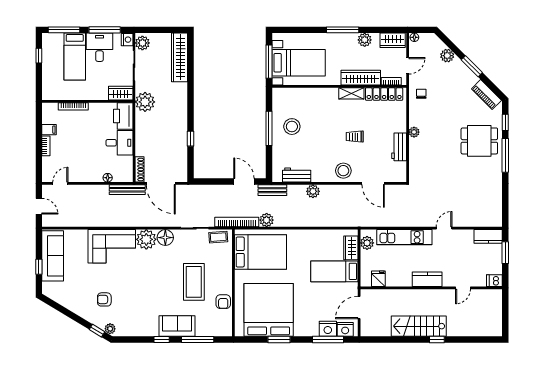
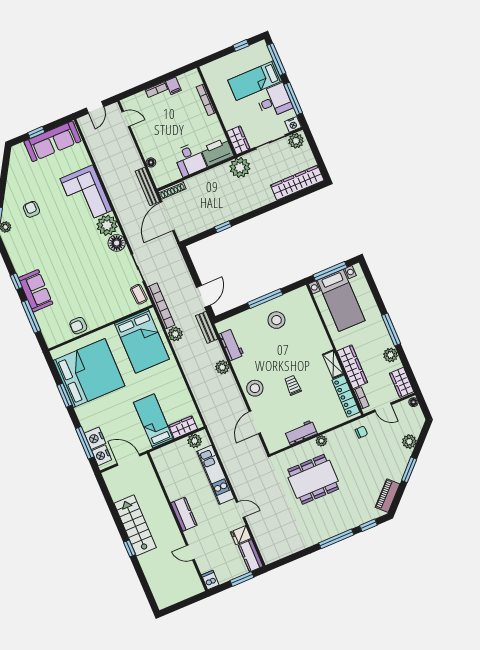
dining table: (479, 141) -> (313, 479), moved, width x1.38
fridge: (378, 279) -> (241, 535), moved, turned 180
coffee table: (194, 282) -> (85, 289), removed

